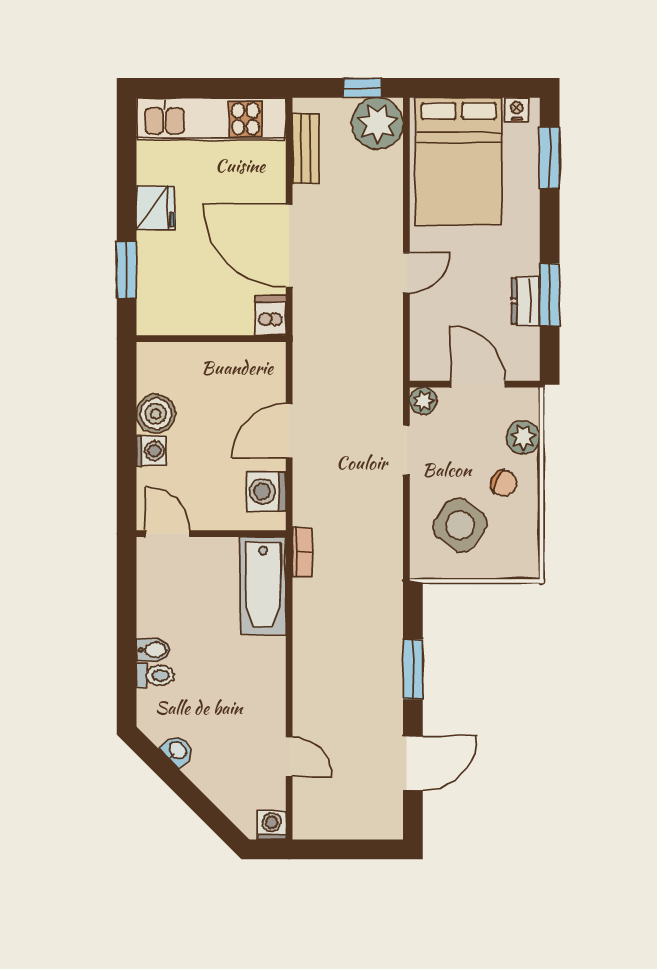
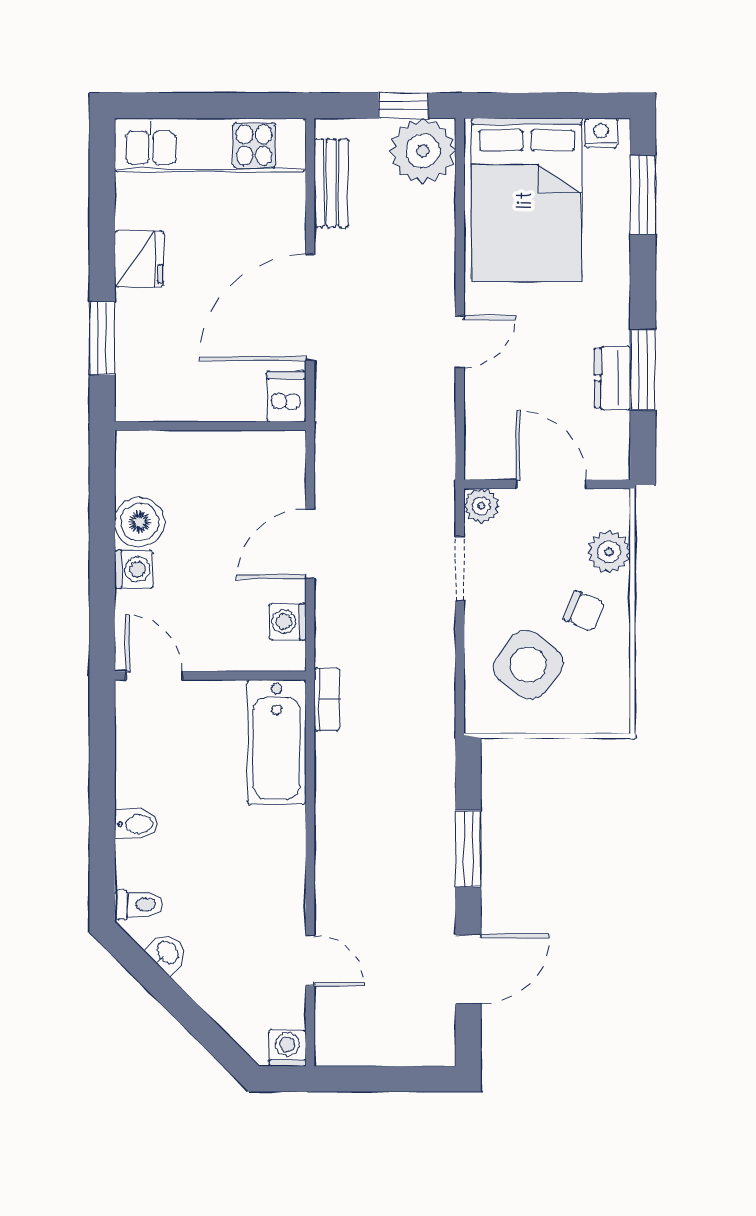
door: (289, 246) -> (310, 307), hinge flipped
washing machine: (266, 492) -> (288, 622), width x0.73, depth x0.73
toilet: (155, 675) -> (139, 905), moved

